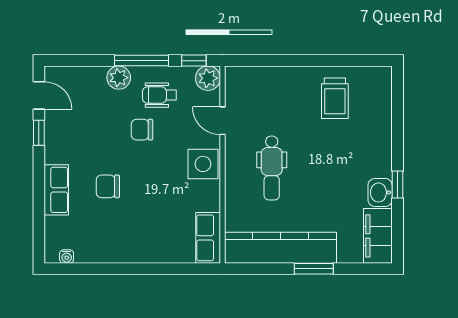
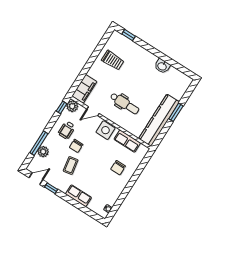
window: (141, 61) -> (39, 143), moved
plant: (119, 78) -> (43, 152), moved
coffee table: (101, 142) -> (71, 166), added
window: (397, 185) -> (129, 35), moved
chair: (108, 186) -> (118, 168), moved
filing cabinet: (378, 236) -> (84, 89), moved, turned -90
row of seats: (208, 238) -> (127, 141), moved

